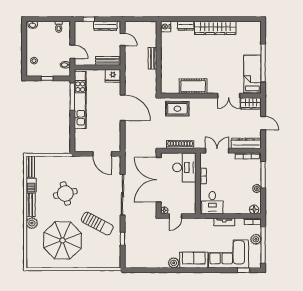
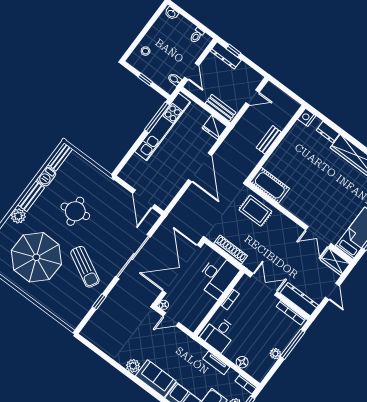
dresser: (105, 26) -> (226, 55), moved
door: (123, 39) -> (253, 97), hinge flipped
cot: (193, 86) -> (270, 185), moved
floor lamp: (254, 209) -> (242, 362), moved

